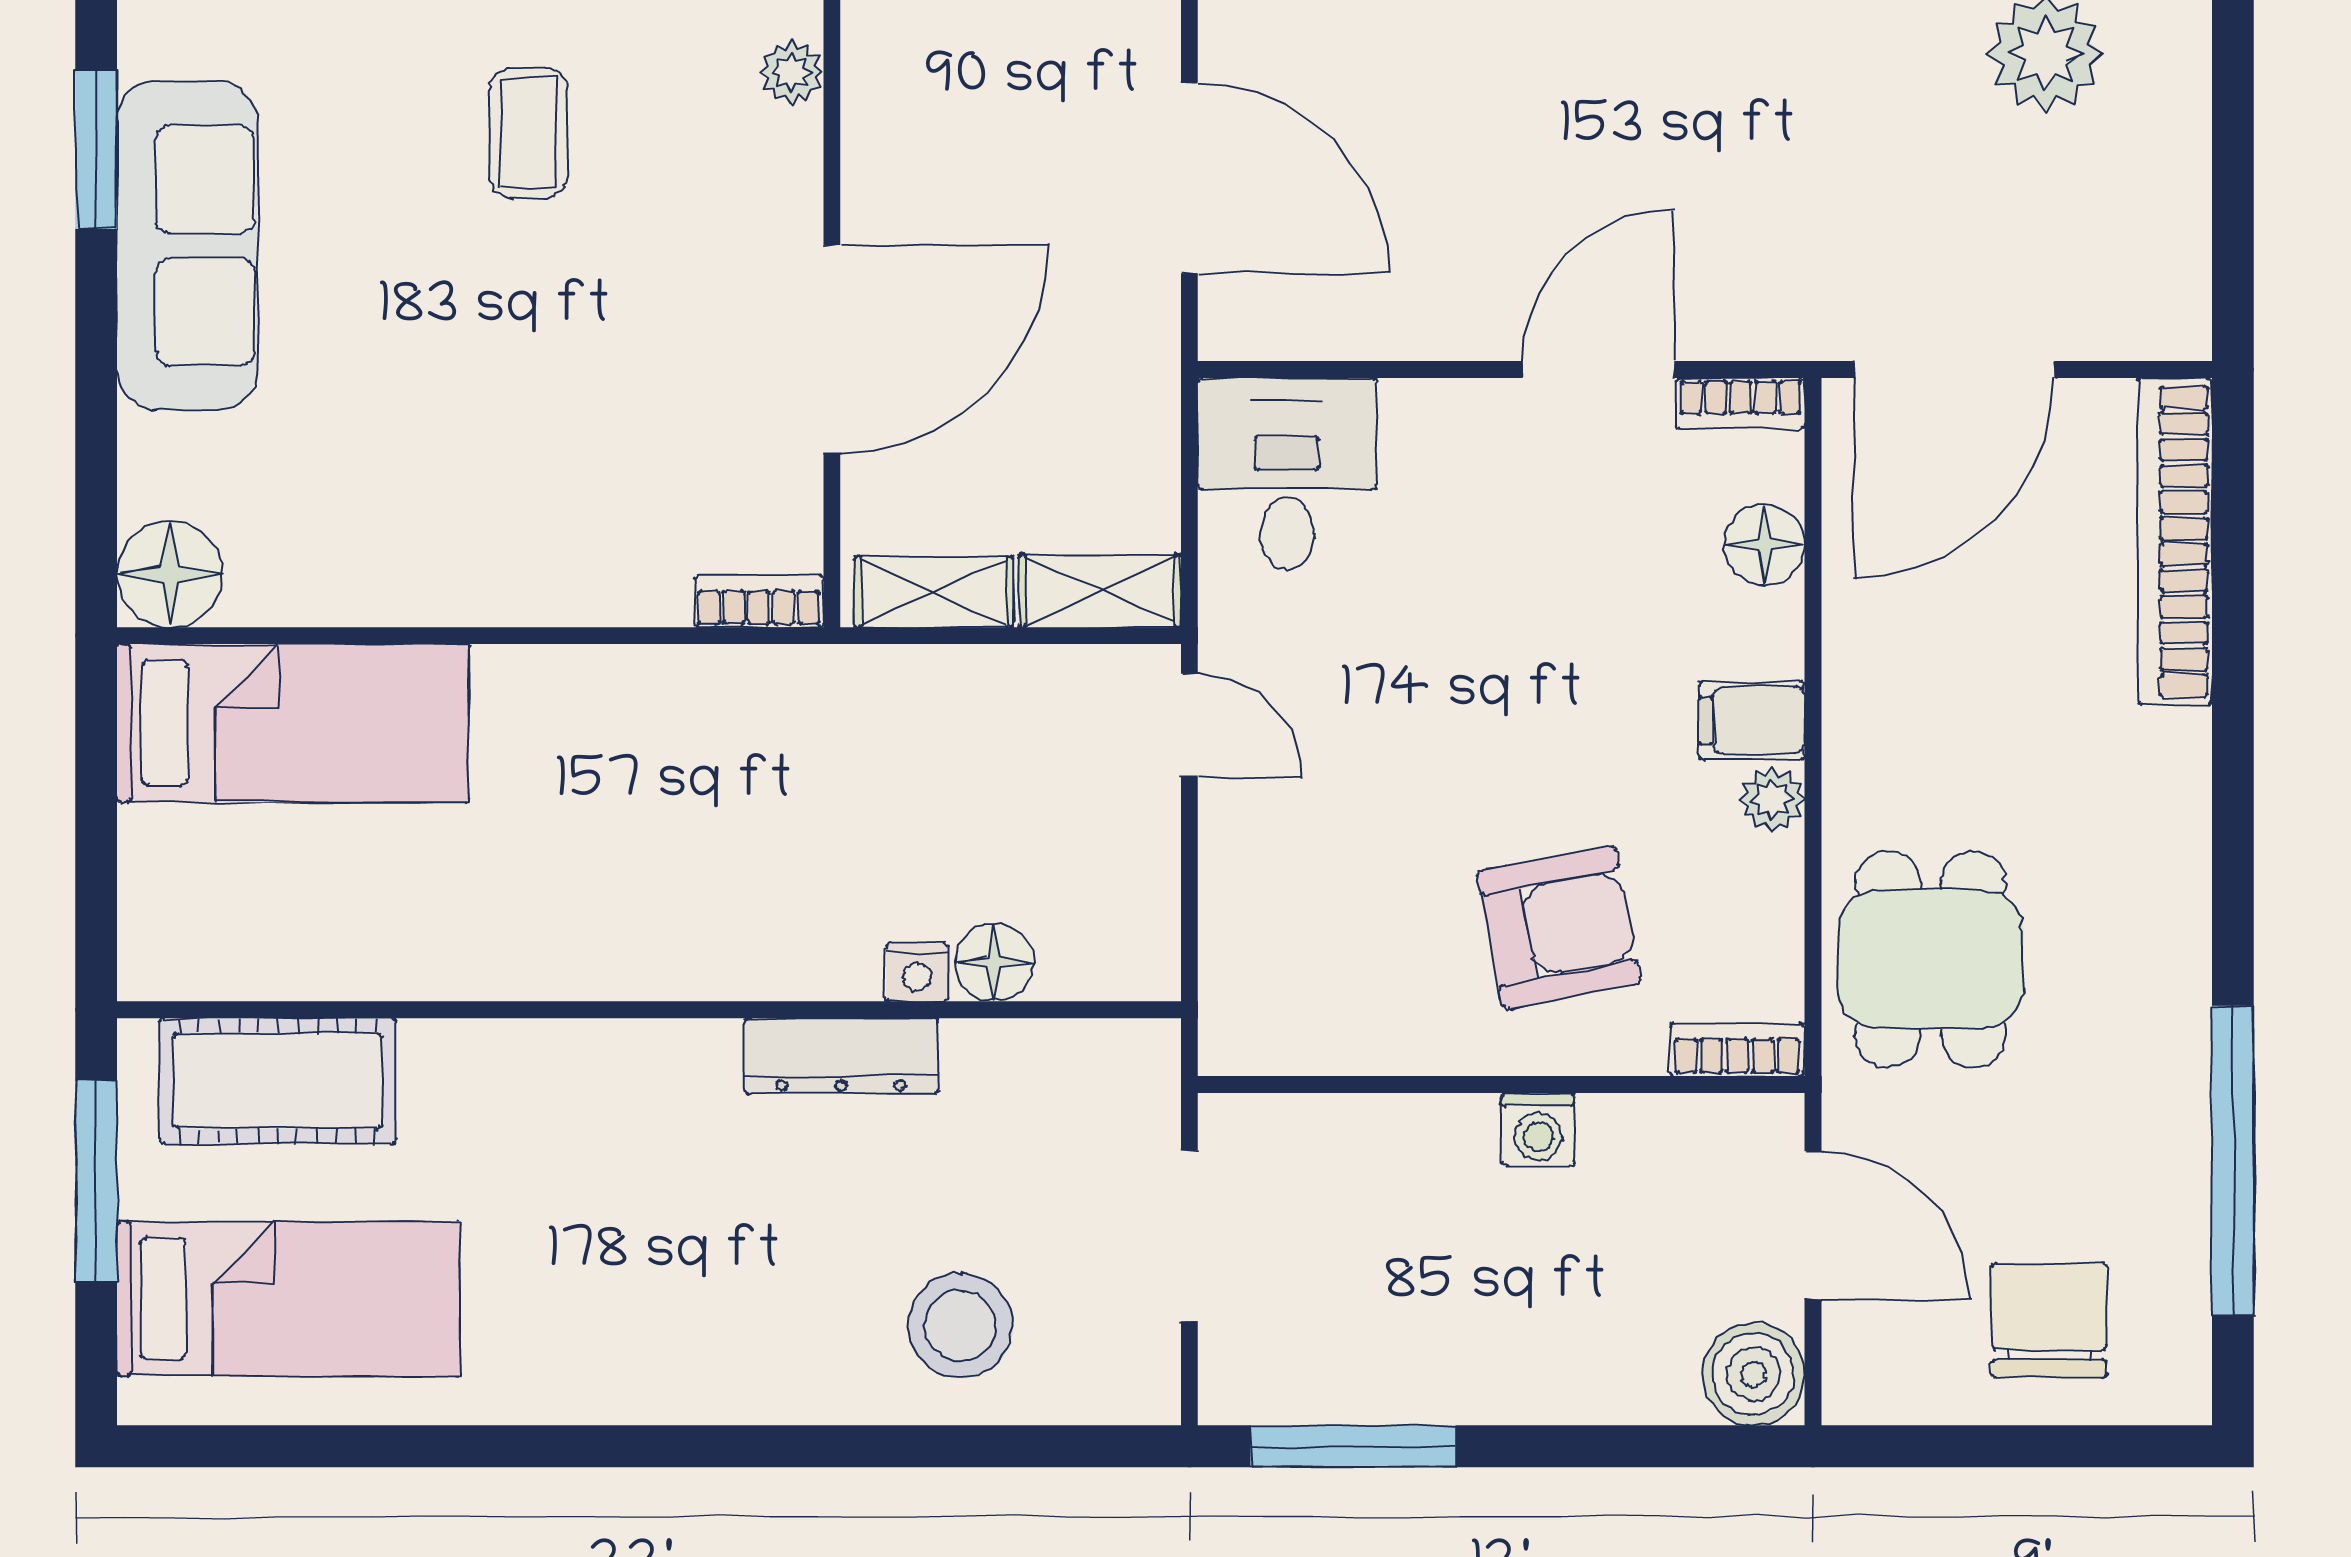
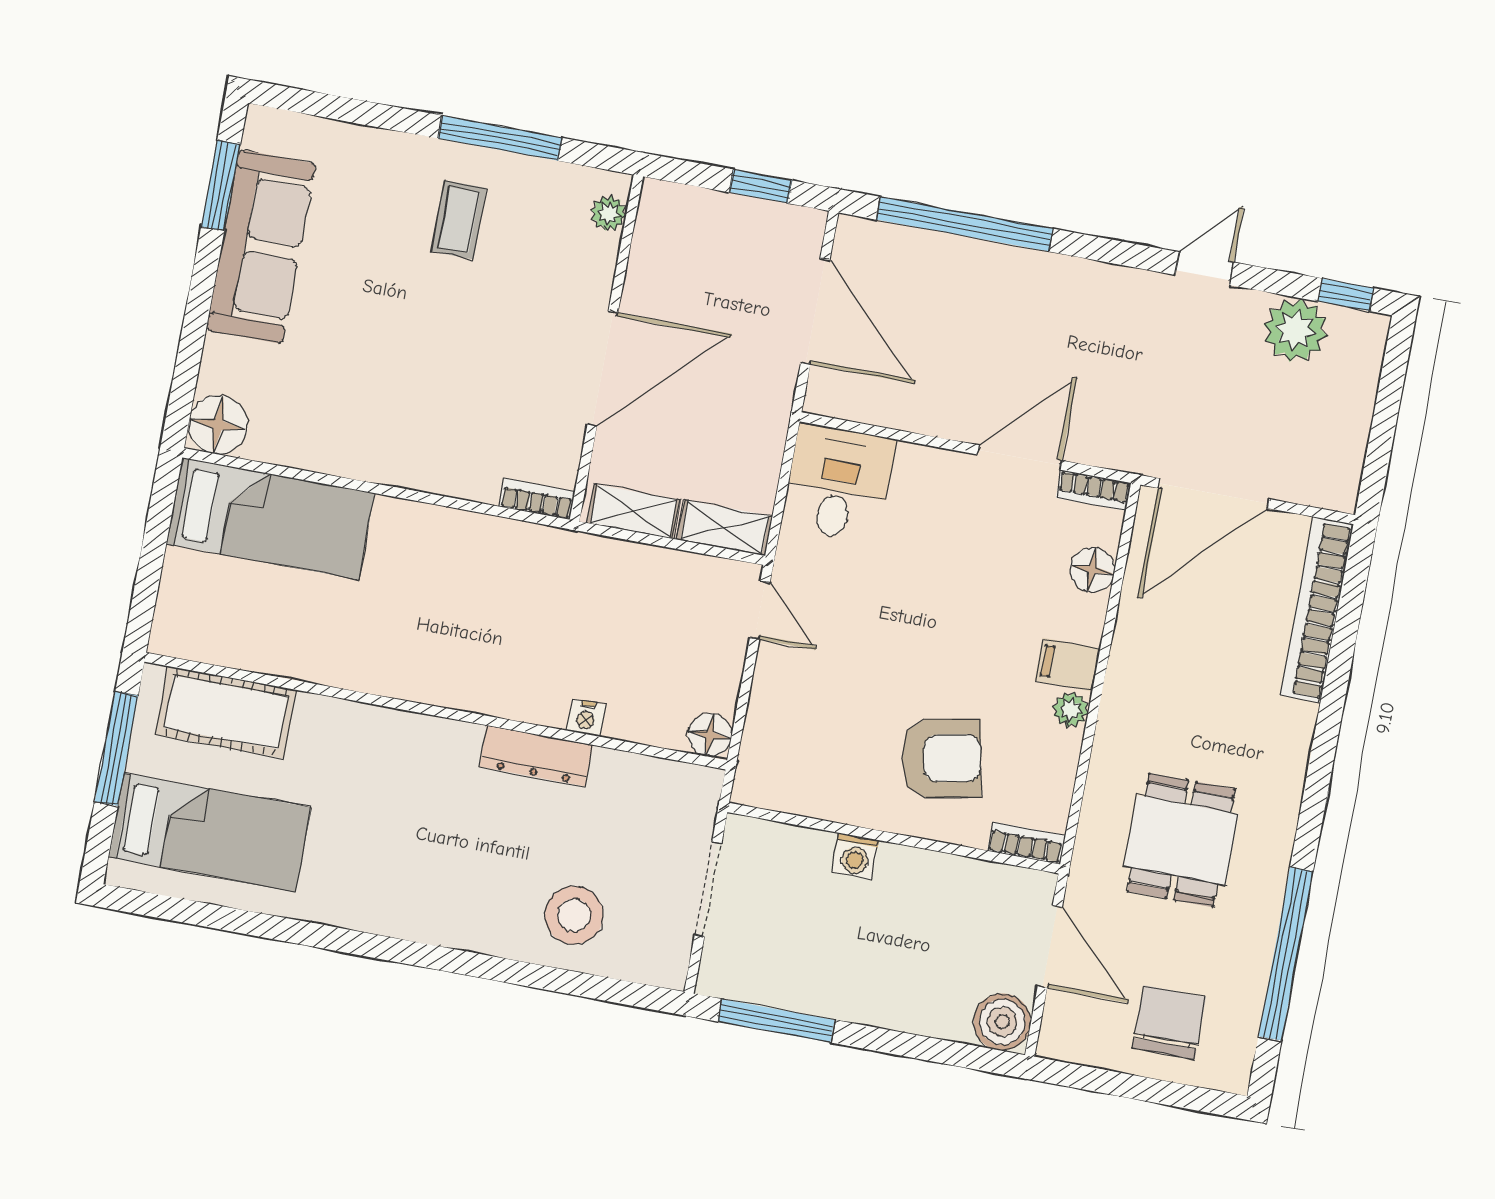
dining table: (1931, 959) -> (1181, 840), moved
floor lamp: (994, 962) -> (710, 735), moved
washing machine: (1538, 1129) -> (855, 856), moved

